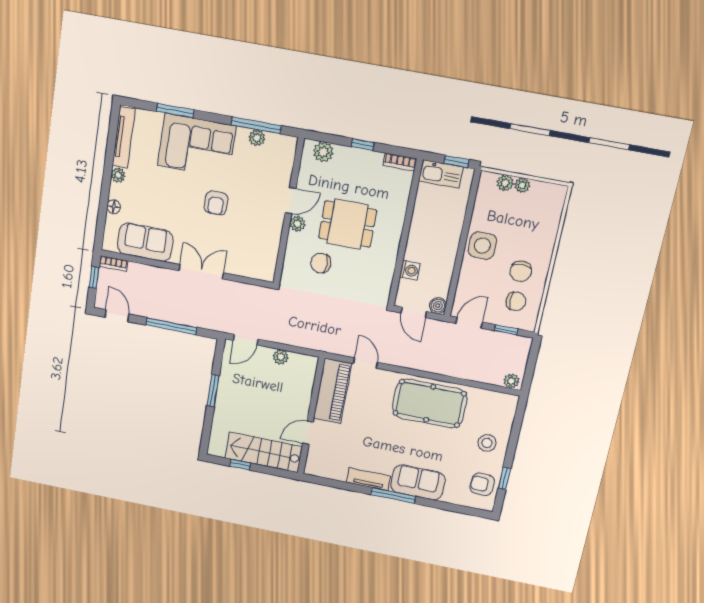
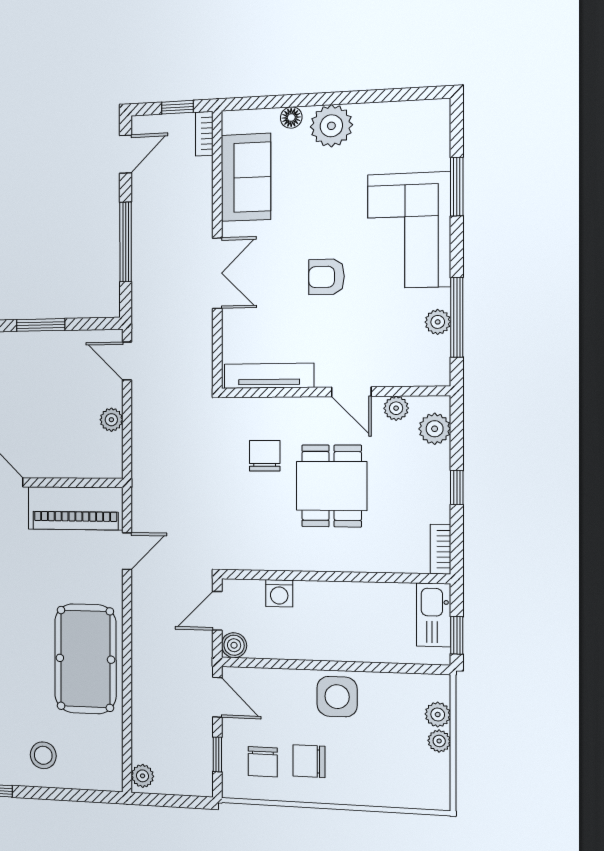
tv unit: (124, 137) -> (269, 376), moved, turned 180
plant: (118, 175) -> (331, 126), width x1.88, depth x1.88
plant: (297, 224) -> (396, 408), moved

